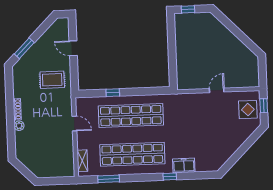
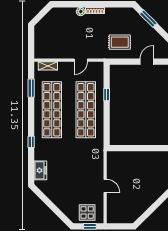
rug: (52, 80) -> (120, 42), turned 90
freezer: (184, 165) -> (40, 170), moved

